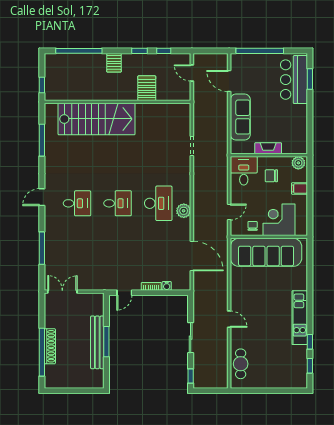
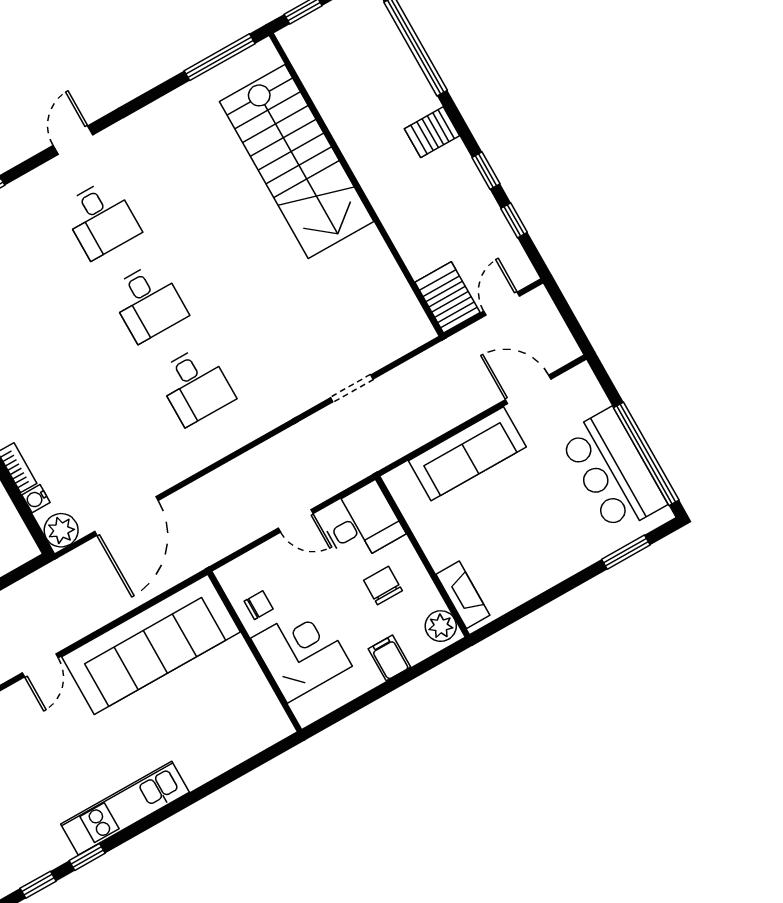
window: (260, 51) -> (646, 454), moved
bar counter: (294, 80) -> (613, 471), moved, turned -90
door: (229, 81) -> (528, 389), hinge flipped
server rack: (147, 88) -> (447, 297), moved, turned -90
window: (42, 140) -> (220, 57), moved
fireplace: (268, 148) -> (463, 595), moved
door: (42, 197) -> (73, 140), hinge flipped
desk: (158, 203) -> (195, 386), width x0.73
plant: (184, 211) -> (61, 530), moved
door: (229, 212) -> (296, 521), moved
sofa: (266, 252) -> (151, 644), moved, turned -90

